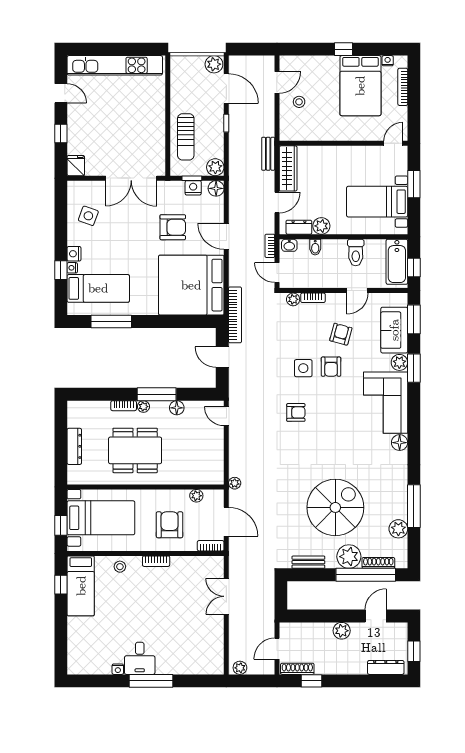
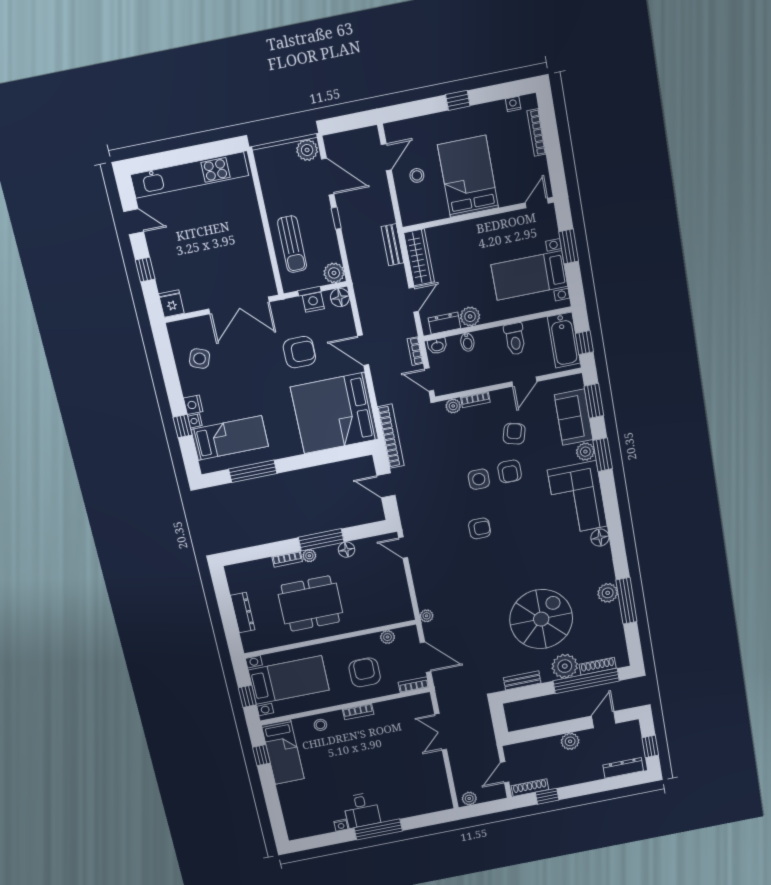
bed: (360, 86) -> (468, 176), moved, turned 180
plant: (398, 529) -> (608, 593), moved

